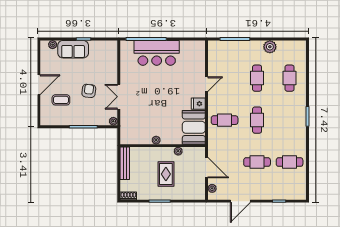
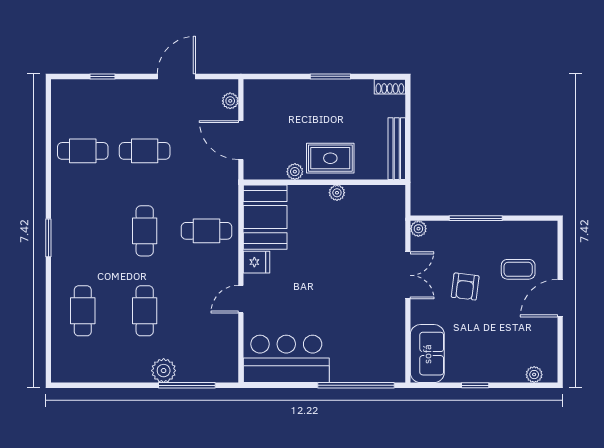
plant: (270, 47) -> (164, 371), moved
sofa: (73, 49) -> (427, 354), moved, turned 90
bar counter: (157, 53) -> (286, 359), moved
rug: (166, 174) -> (330, 158), moved, turned 90

